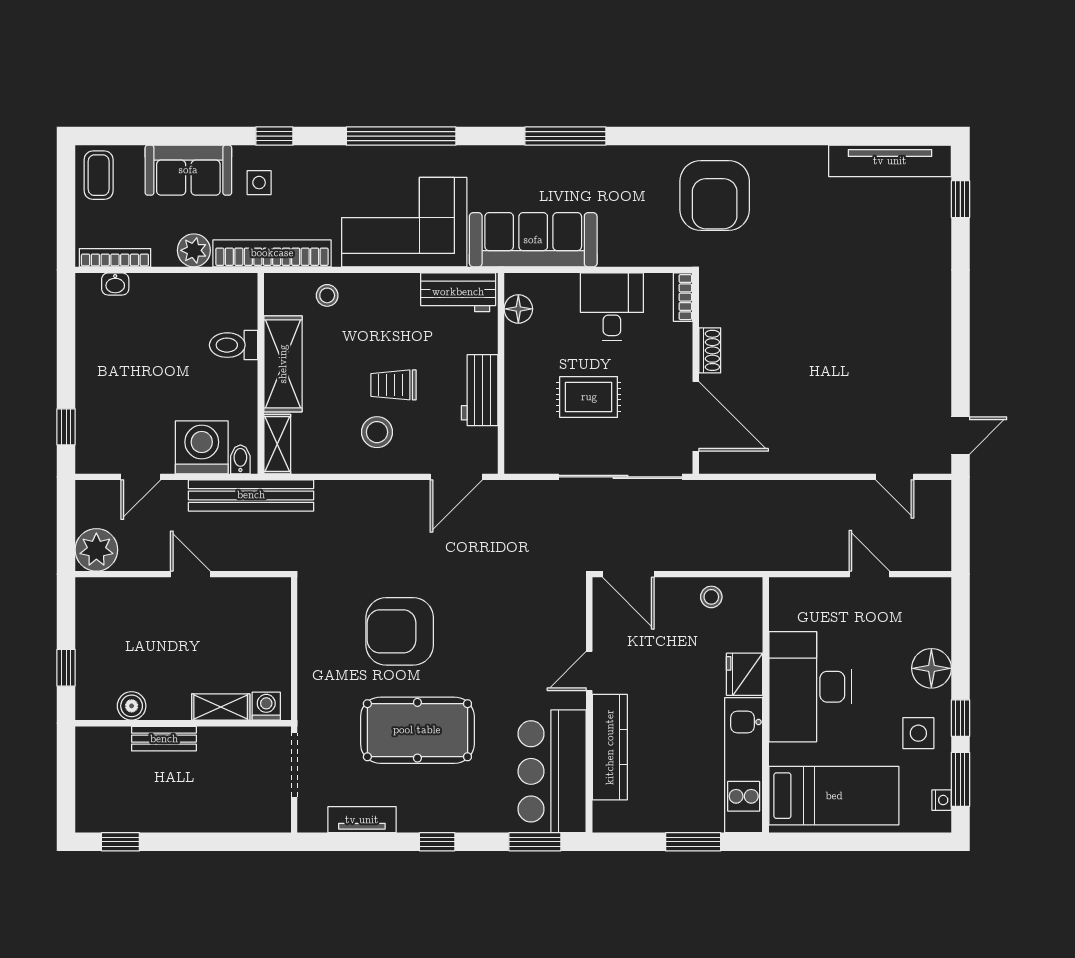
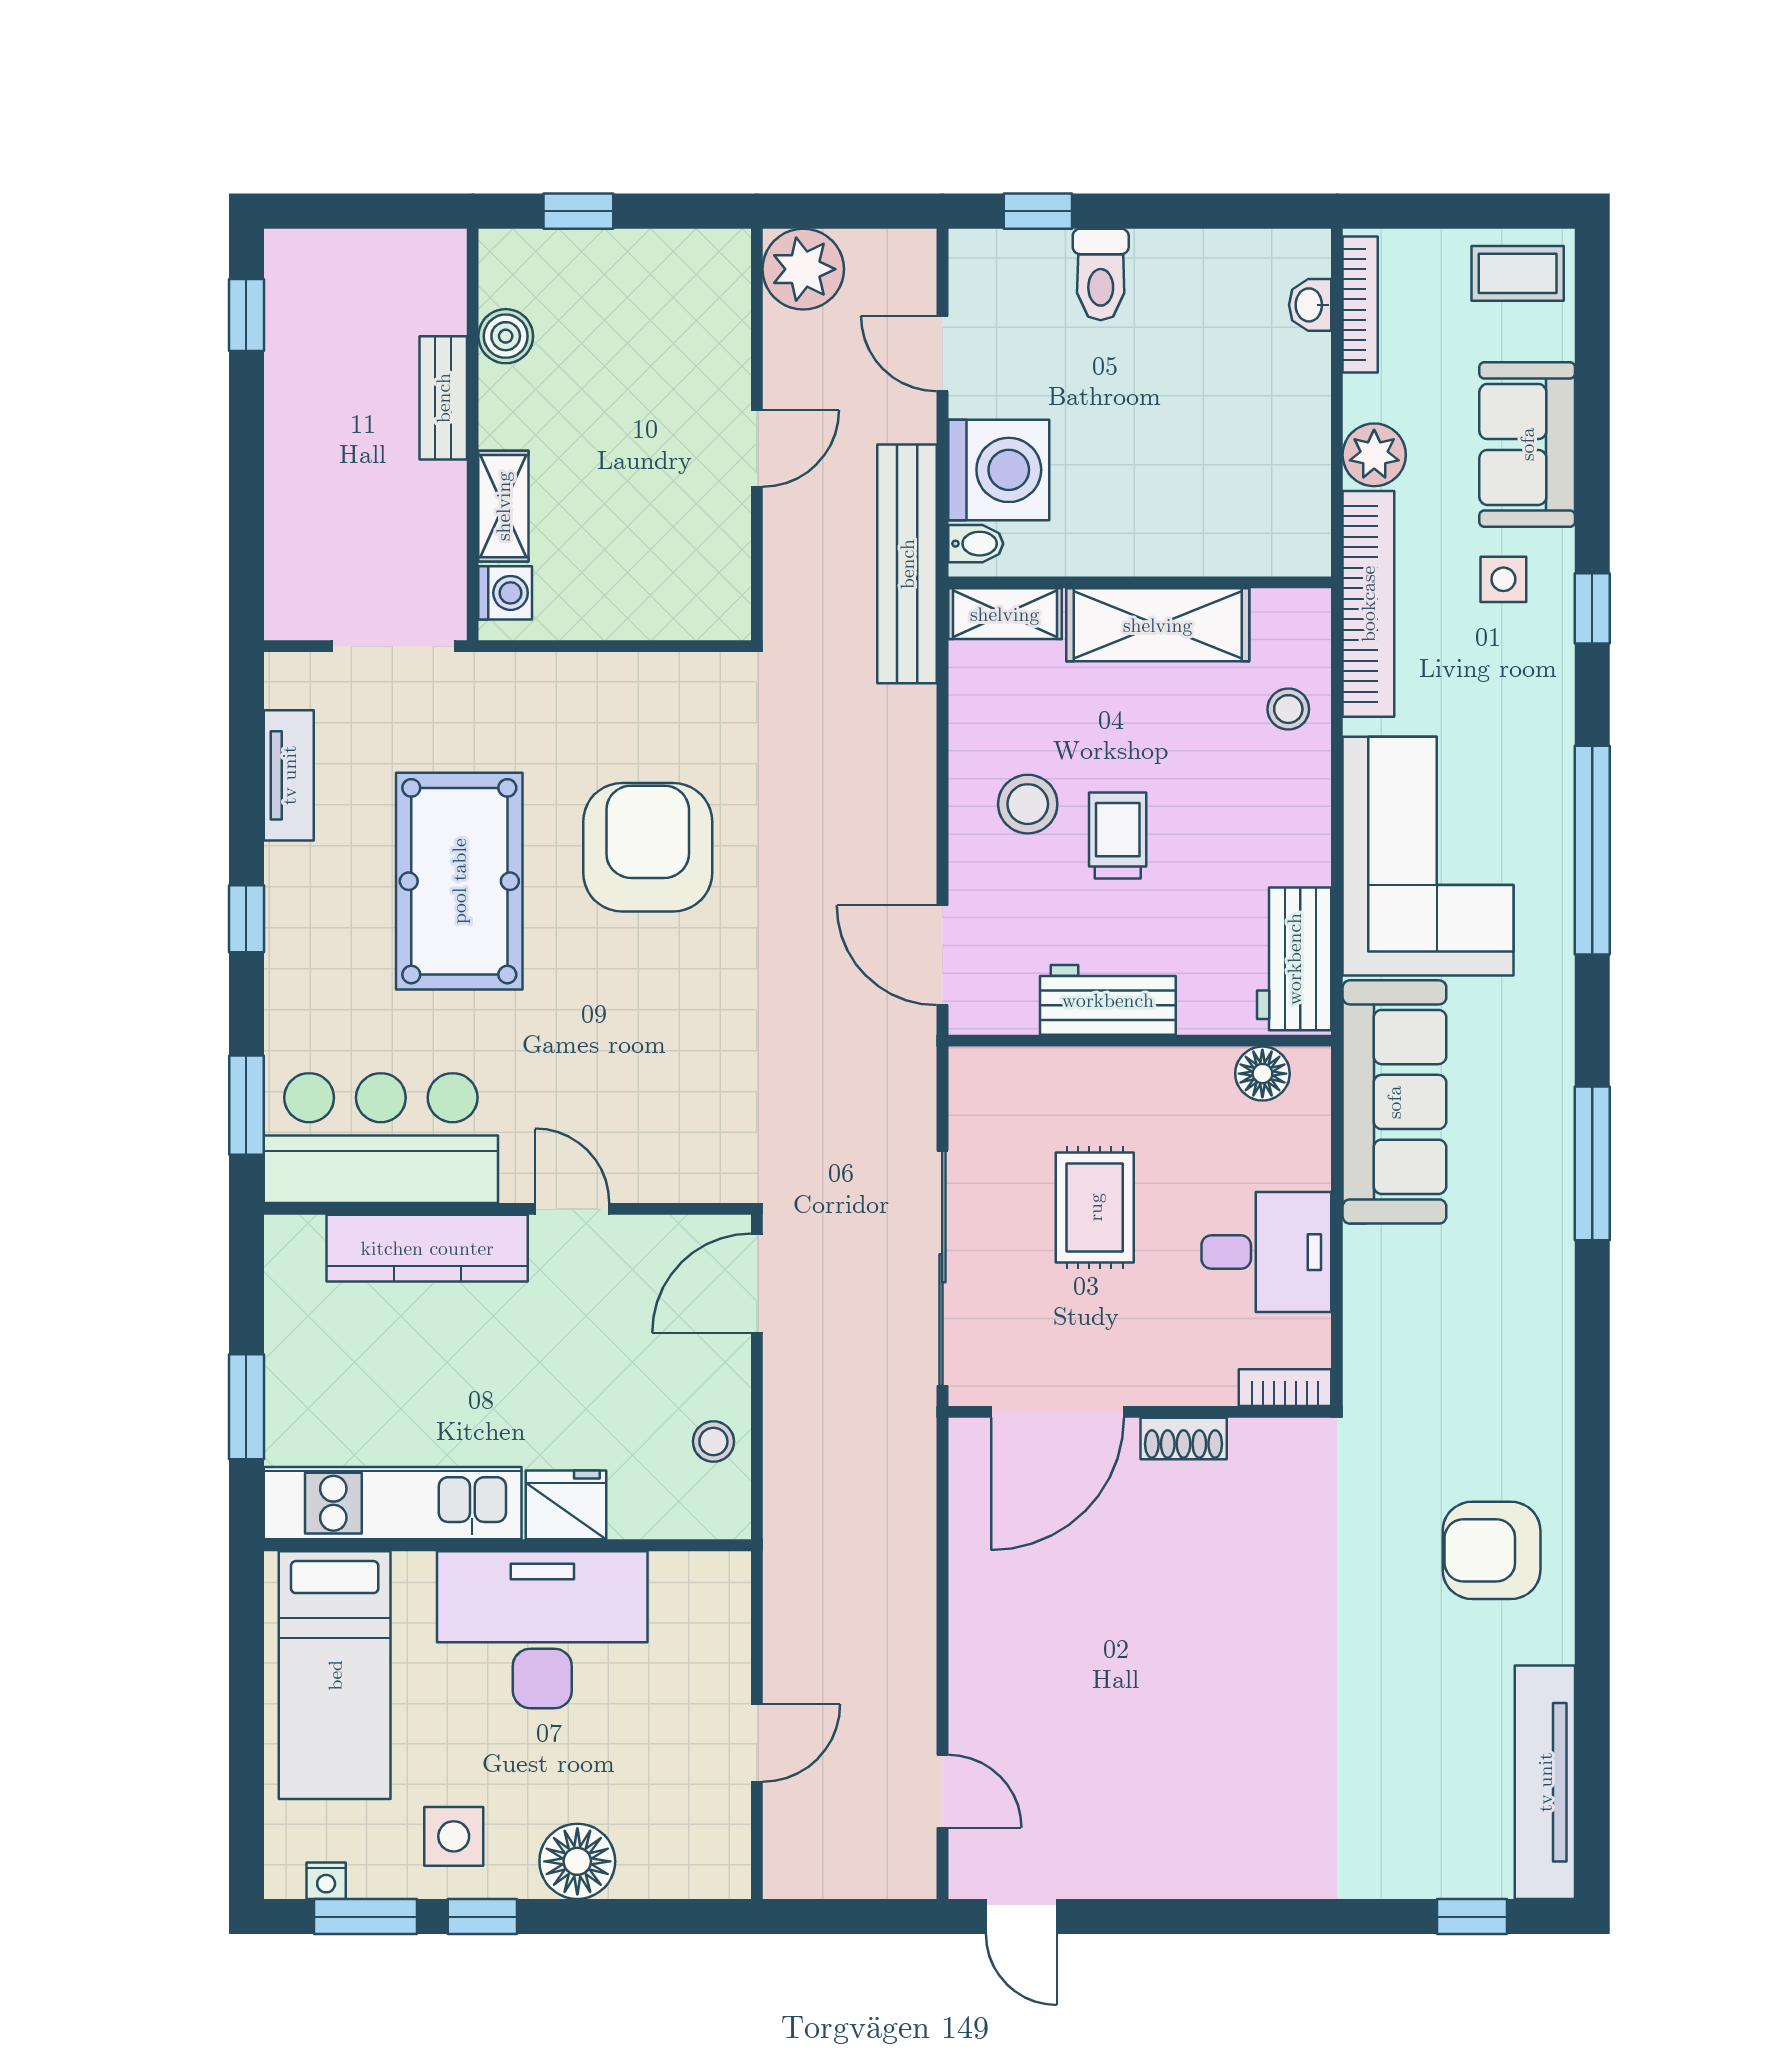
armchair: (715, 195) -> (1492, 1550), moved, width x0.73, depth x0.73
toilet: (234, 345) -> (1101, 274), moved, turned 180
door: (895, 477) -> (942, 1791), swing flipped

